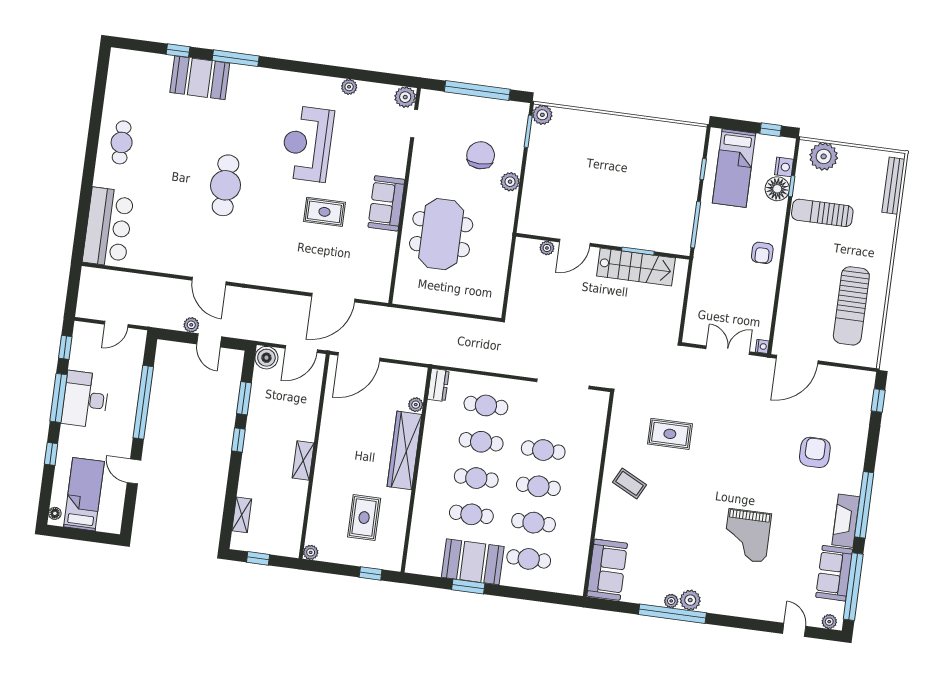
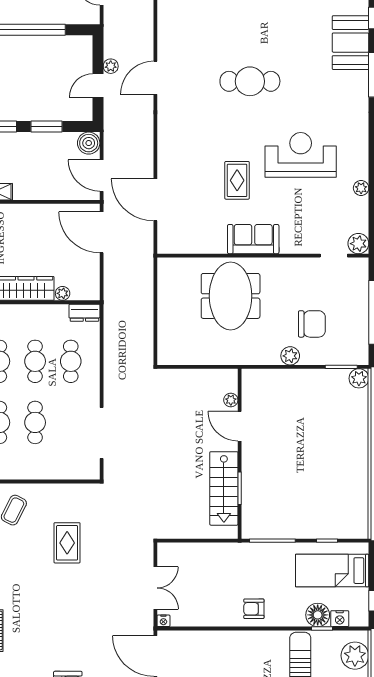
meeting table: (441, 234) -> (231, 296), turned 90

